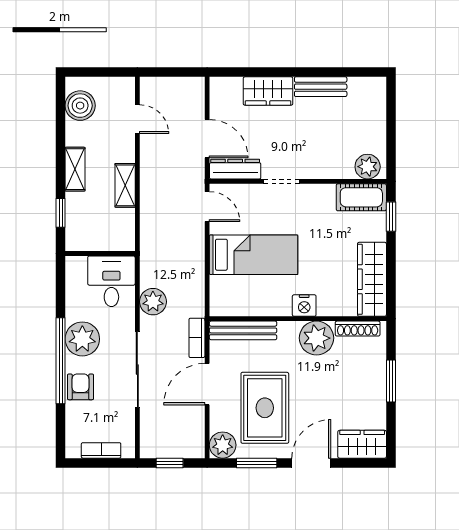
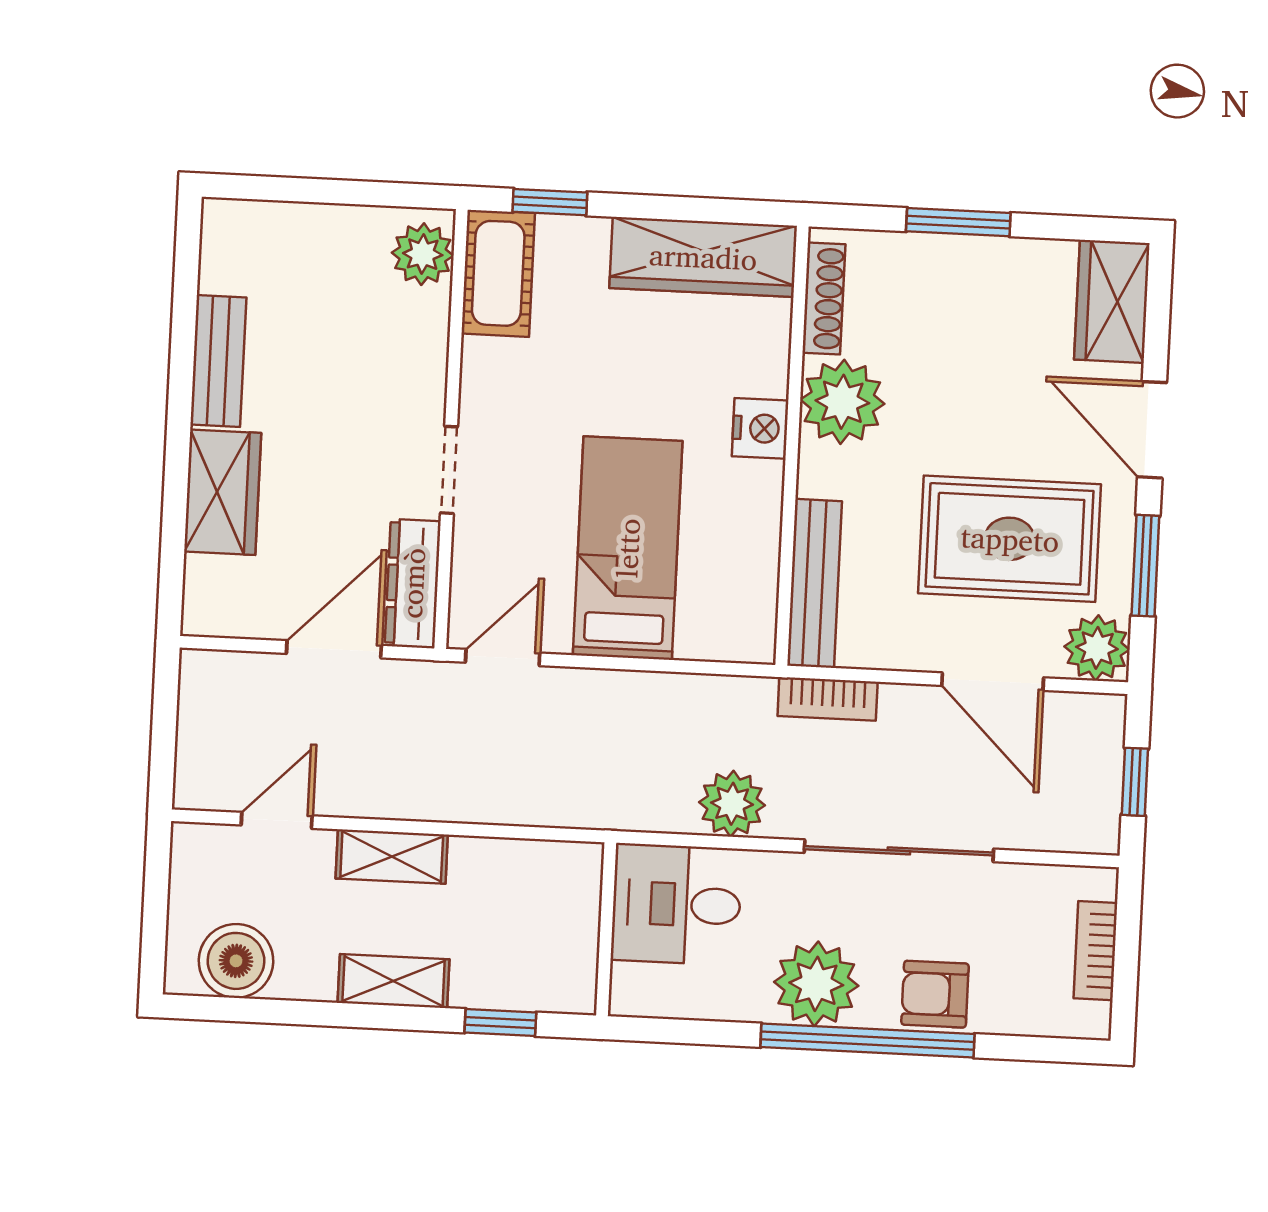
shelving: (125, 185) -> (392, 857), moved
door: (207, 384) -> (993, 682), moved

